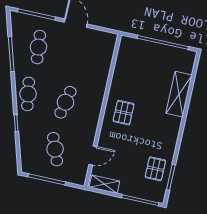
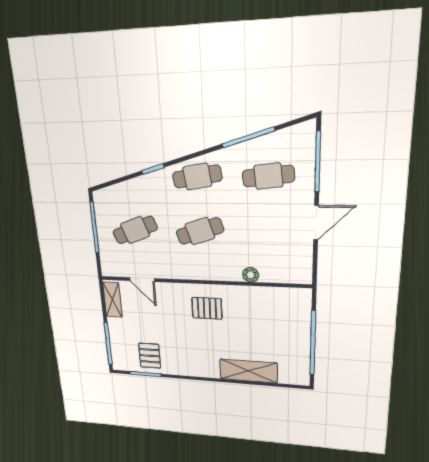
plant: (104, 75) -> (251, 275), added
cafe table: (65, 102) -> (200, 231), turned -30
pallet: (155, 169) -> (150, 356), turned 90

